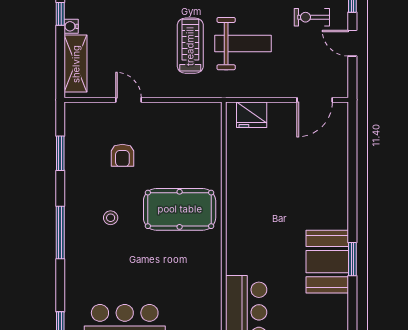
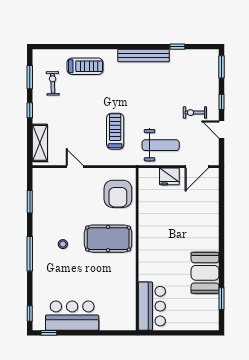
water cooler: (71, 26) -> (37, 118), removed
weight bench: (243, 44) -> (161, 145), moved
fridge: (252, 115) -> (169, 176), moved
armchair: (122, 155) -> (118, 194), moved, width x1.88, depth x1.88
window: (352, 259) -> (221, 299), moved

